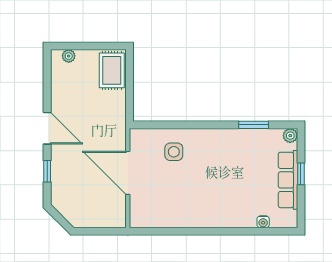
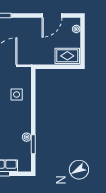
door: (47, 128) -> (52, 16), moved
plant: (290, 136) -> (27, 137), moved

